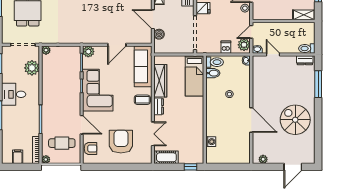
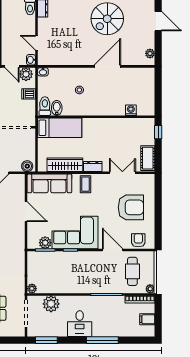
boiler: (159, 34) -> (27, 166), moved
plant: (88, 52) -> (45, 243), moved
door: (273, 54) -> (37, 43), hinge flipped
door: (82, 125) -> (113, 250), hinge flipped
armchair: (121, 142) -> (131, 207), turned 180

